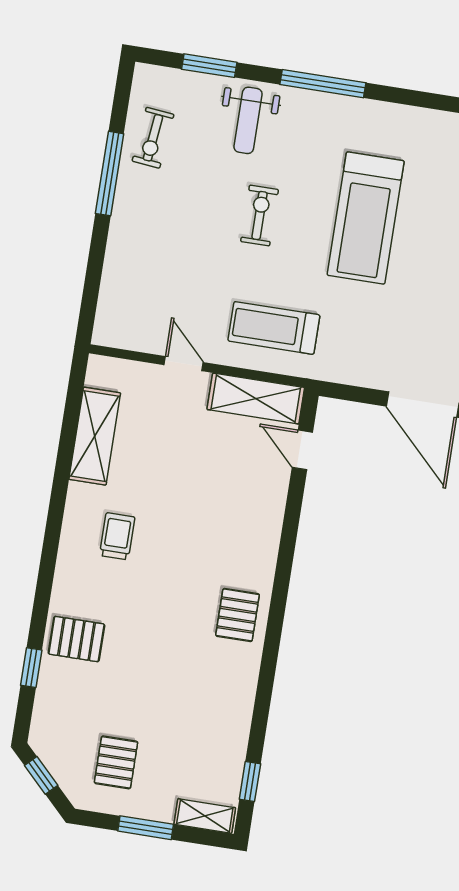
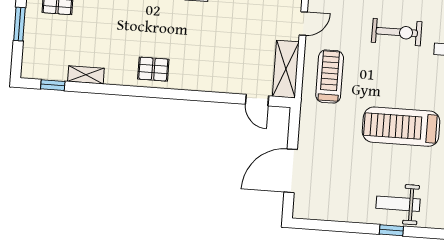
exercise bike: (260, 215) -> (397, 32), moved, width x1.38, depth x1.39
door: (302, 450) -> (257, 100), swing flipped
shelving: (205, 816) -> (86, 75), moved, turned 90

